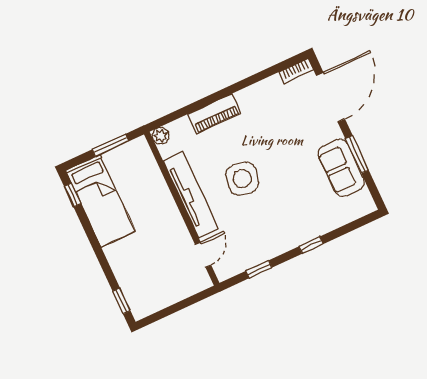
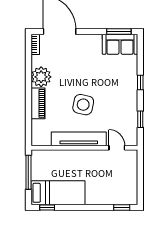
plant: (161, 136) -> (41, 77), moved, width x1.88, depth x1.88
window: (110, 145) -> (28, 172), width x1.44
window: (357, 154) -> (119, 31), moved
sofa: (341, 168) -> (120, 44), moved

